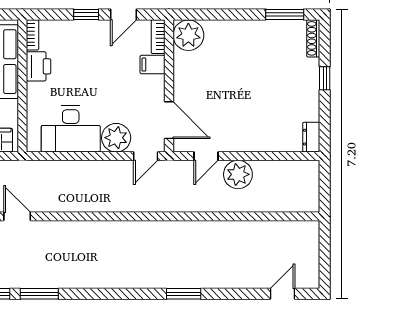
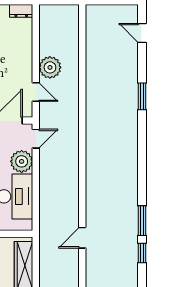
door: (146, 156) -> (36, 139), hinge flipped
window: (184, 294) -> (142, 96), moved

